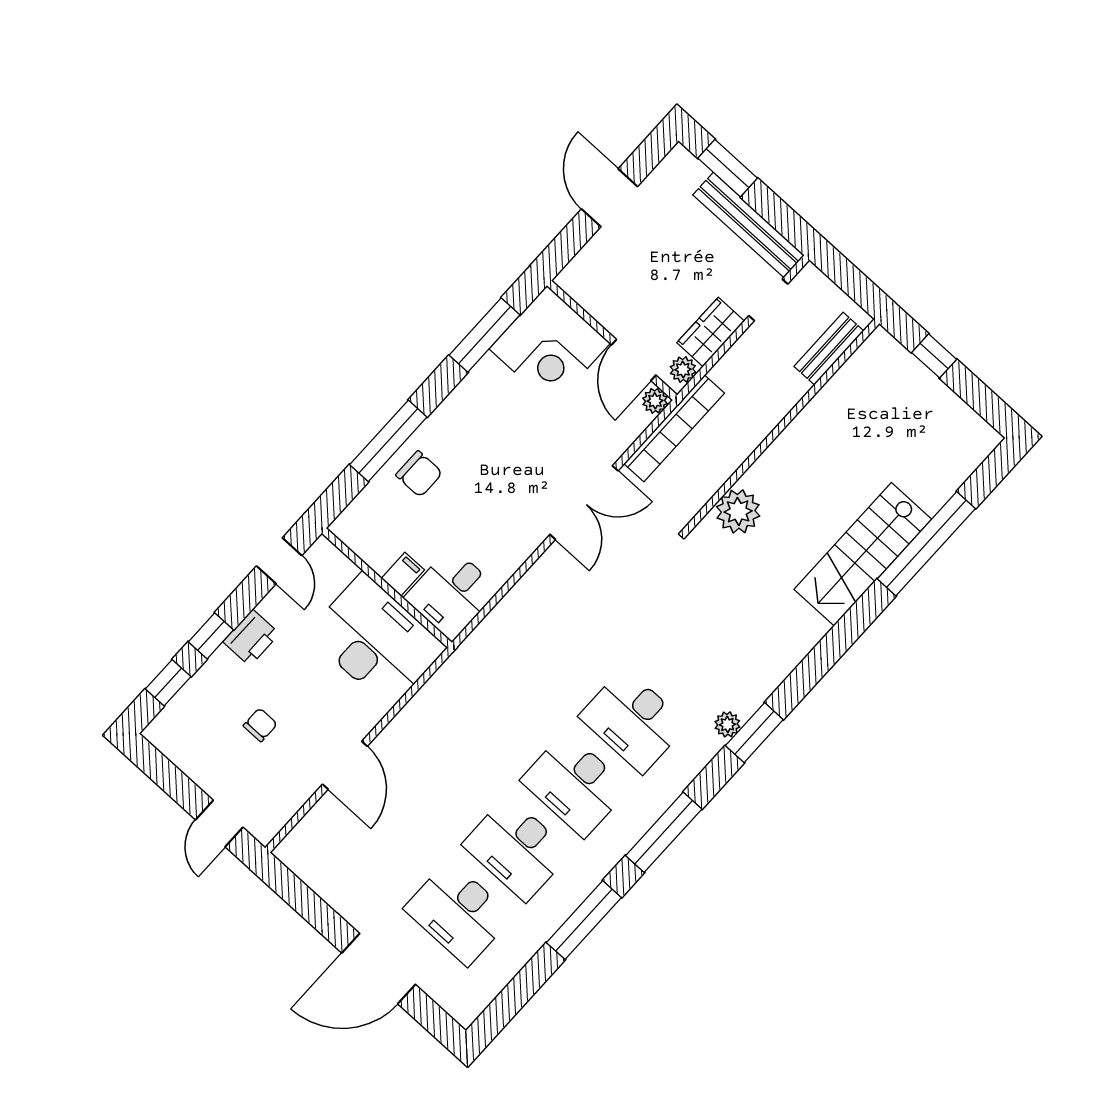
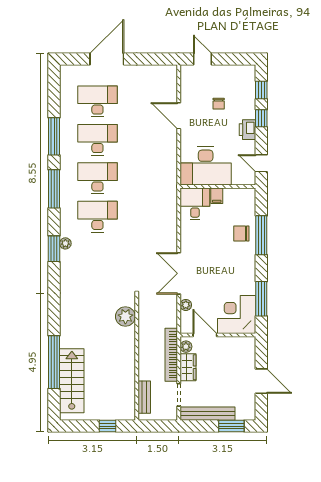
plant: (655, 401) -> (186, 305), moved
bookcase: (674, 428) -> (171, 355), moved
stairs: (863, 554) -> (72, 381), moved

